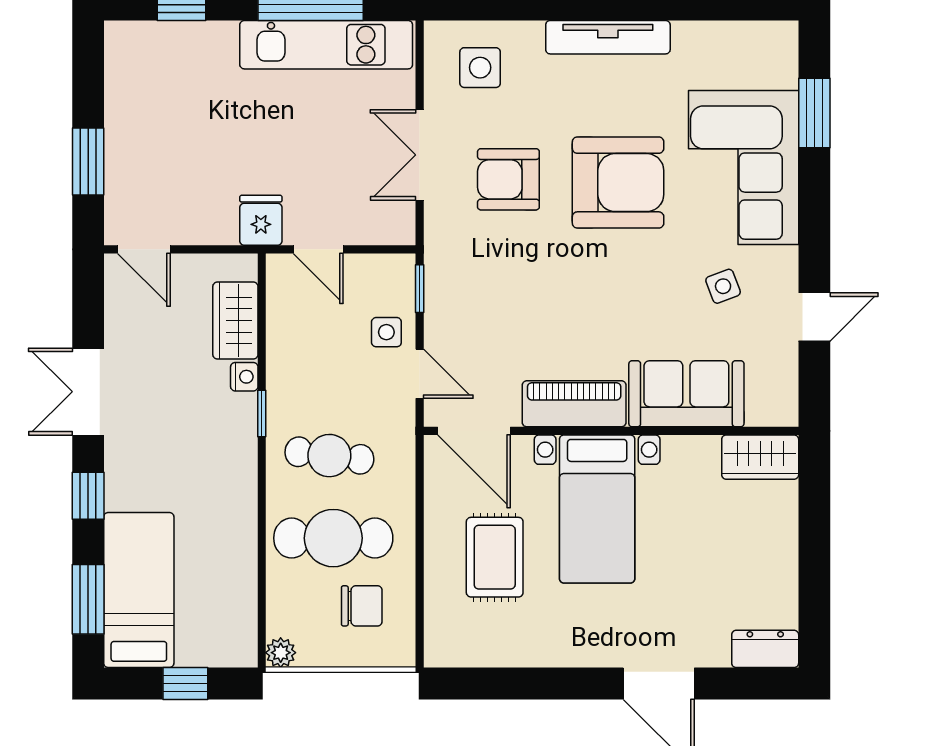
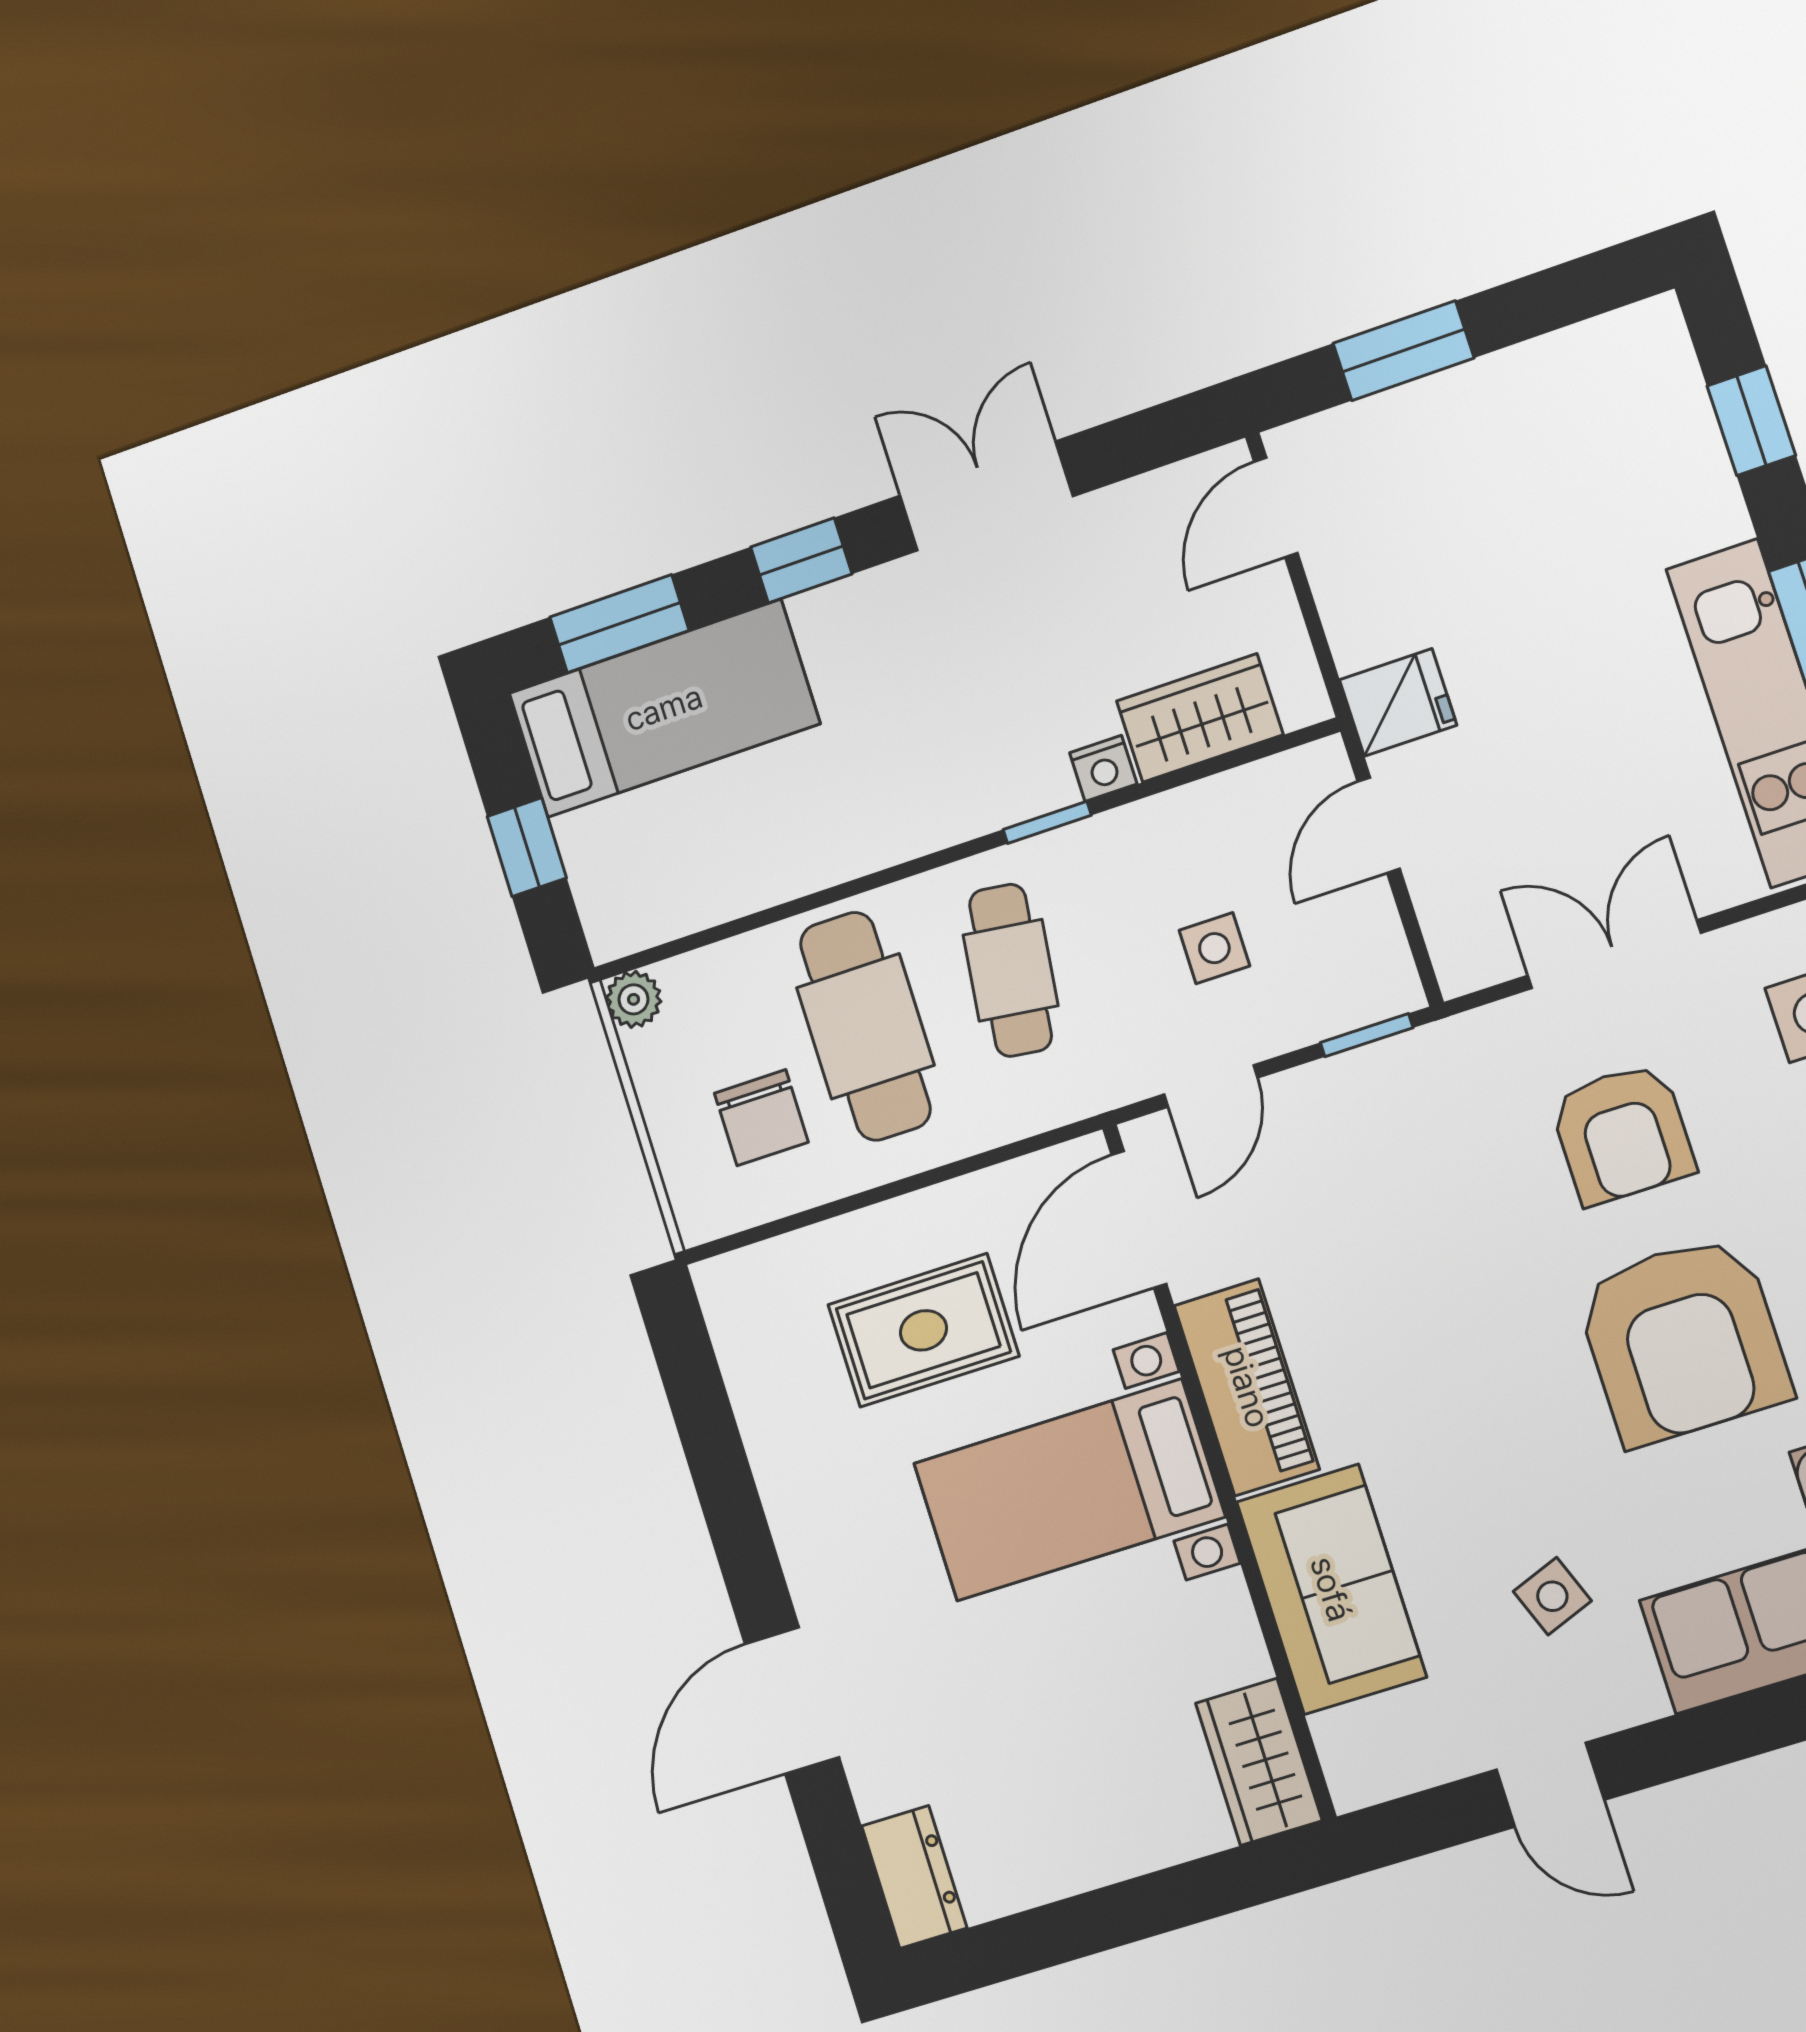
armchair: (508, 179) -> (1622, 1134), turned 180
side table: (386, 332) -> (1214, 948), moved

